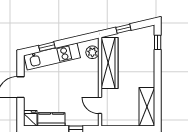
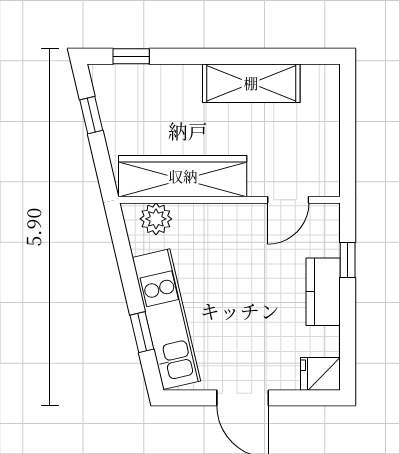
window: (123, 29) -> (91, 115), moved
shelving: (147, 107) -> (251, 83), moved
kitchen counter: (51, 119) -> (323, 292), moved

